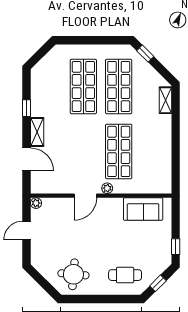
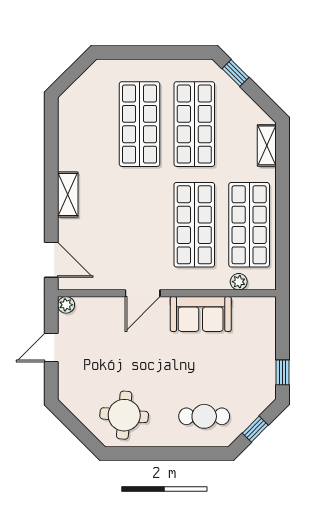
window: (26, 108) -> (51, 158), removed
shop shelf: (154, 151) -> (249, 225), added
door: (26, 159) -> (51, 260), moved
plant: (107, 188) -> (239, 282), moved
sofa: (143, 209) -> (201, 314), moved

